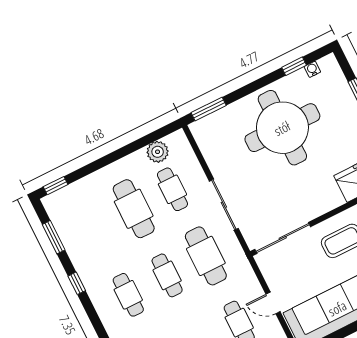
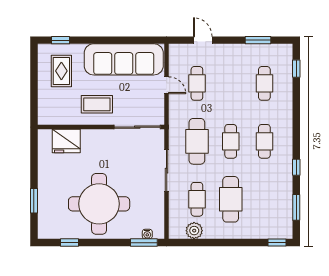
water cooler: (312, 69) -> (147, 234), moved

